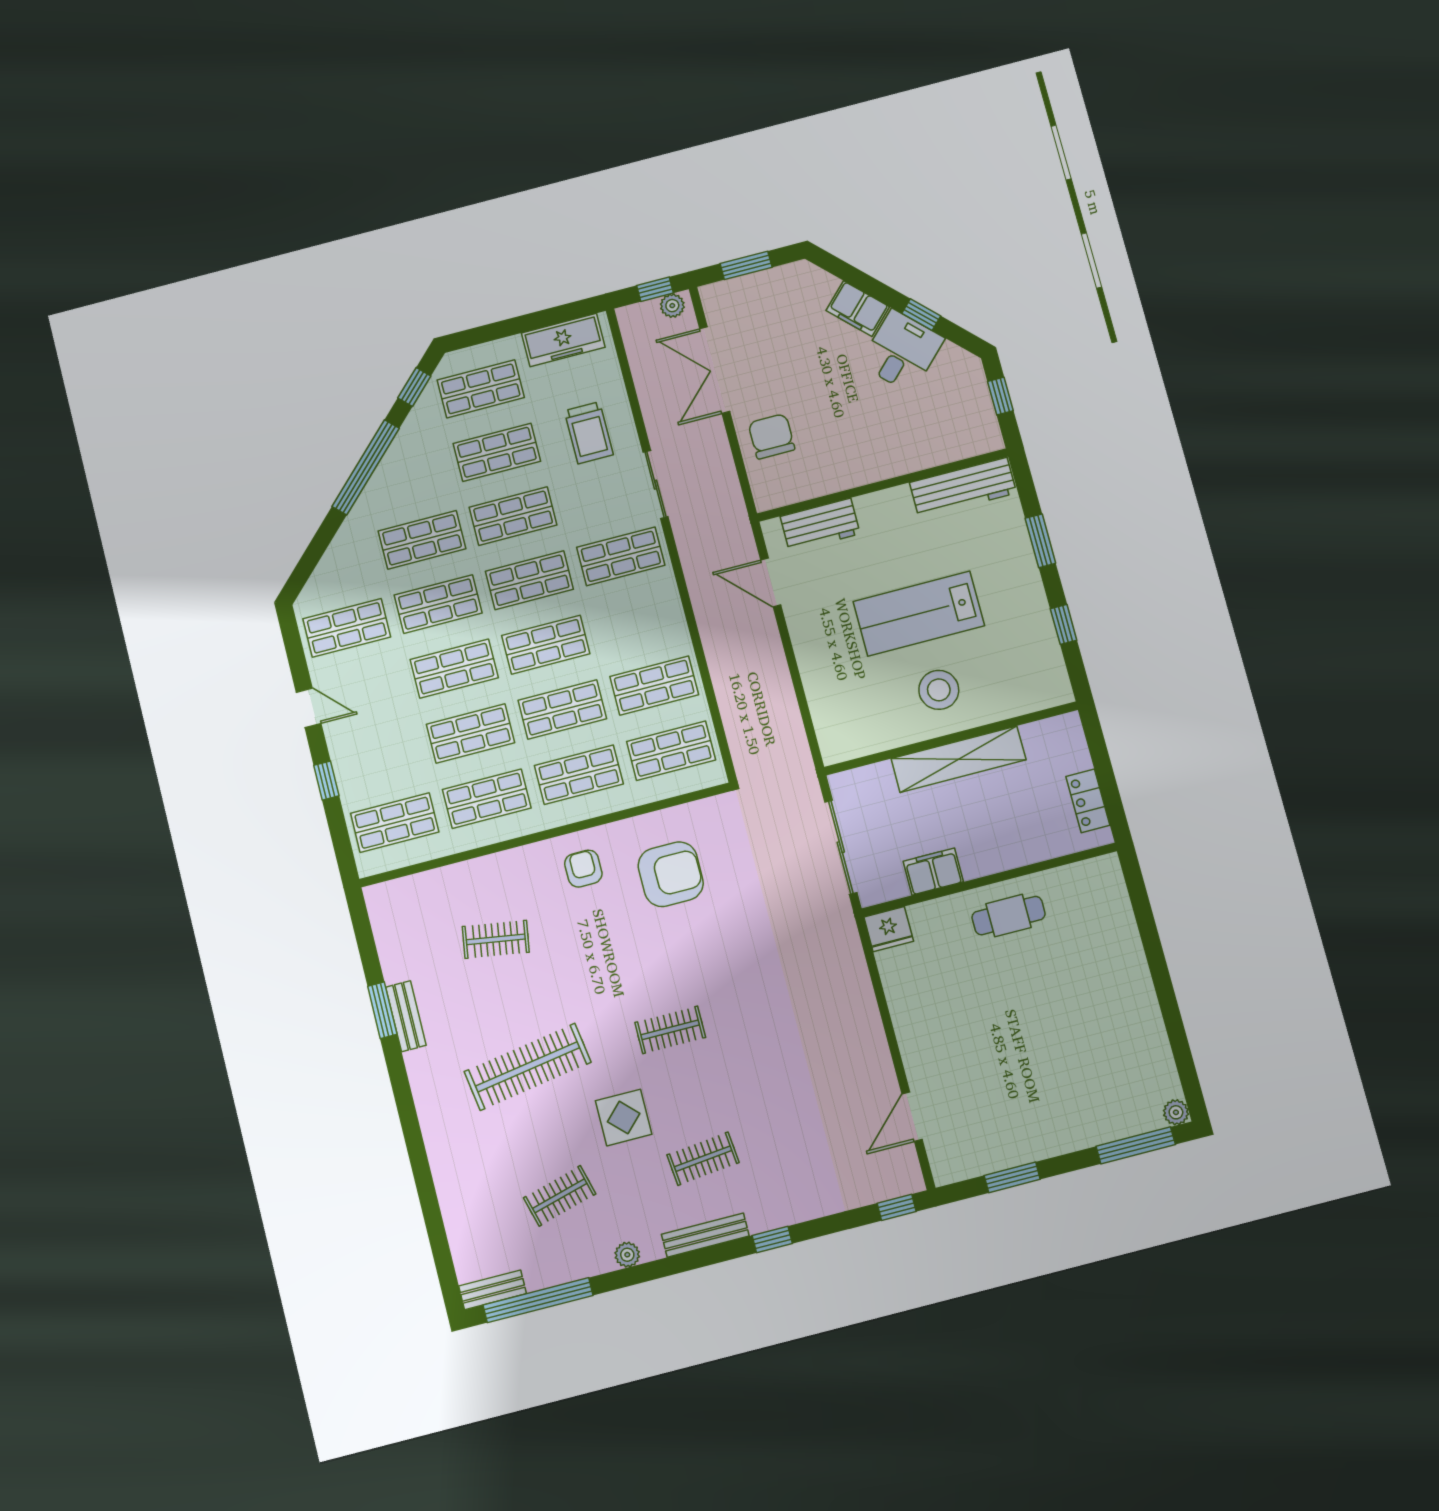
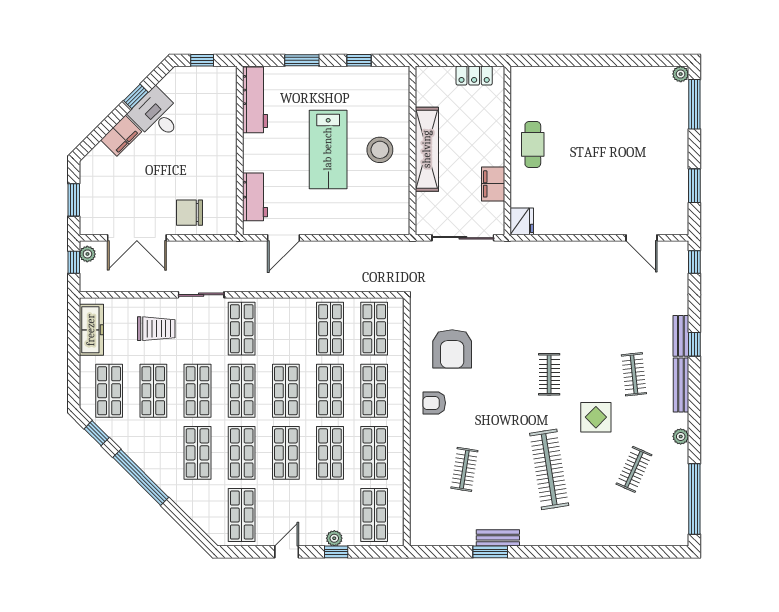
plant: (346, 773) -> (334, 538), added
armchair: (671, 874) -> (452, 349), turned 180
clothes rail: (560, 1196) -> (634, 469), turned 39
bench: (493, 1290) -> (681, 336), moved

